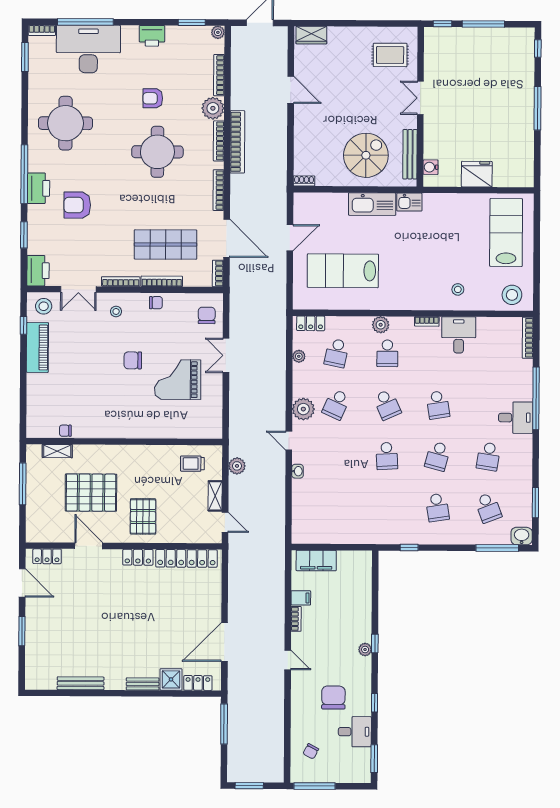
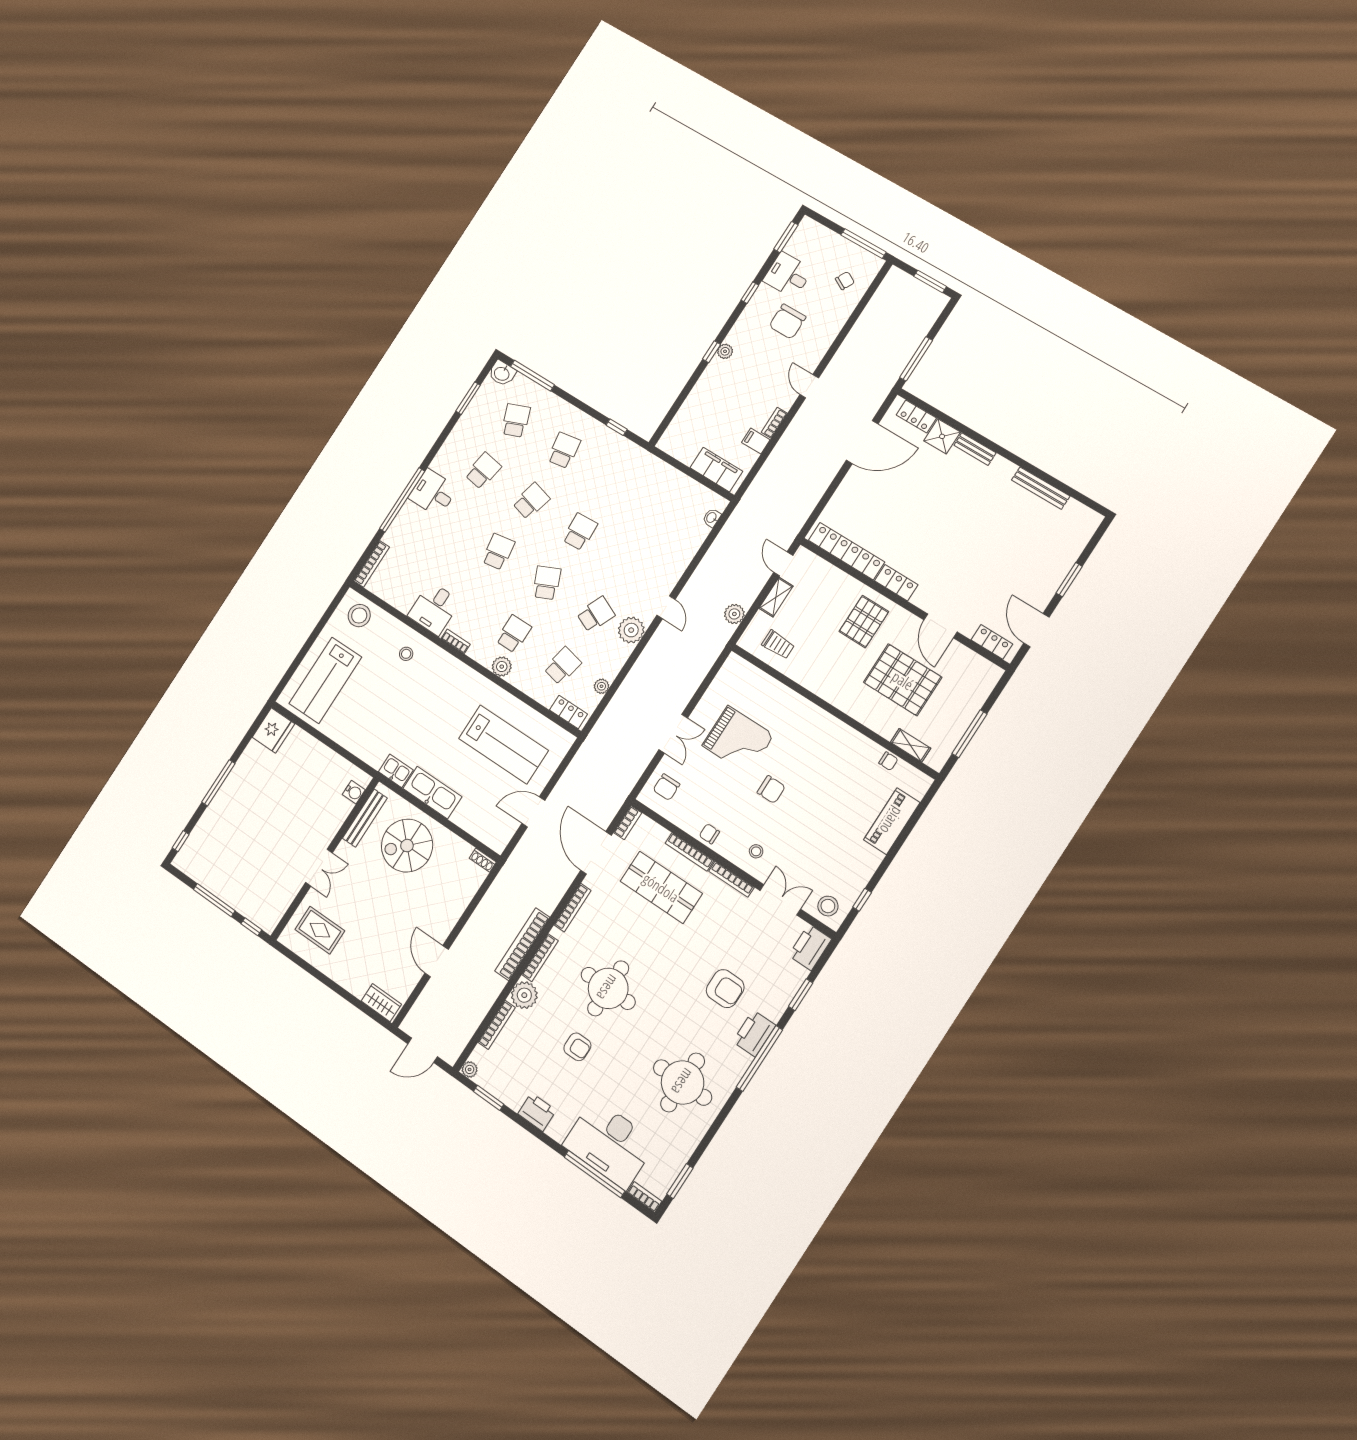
fridge: (477, 174) -> (273, 730), moved, turned -90
piano: (37, 347) -> (892, 821), moved
washbasin: (298, 471) -> (712, 518), moved

